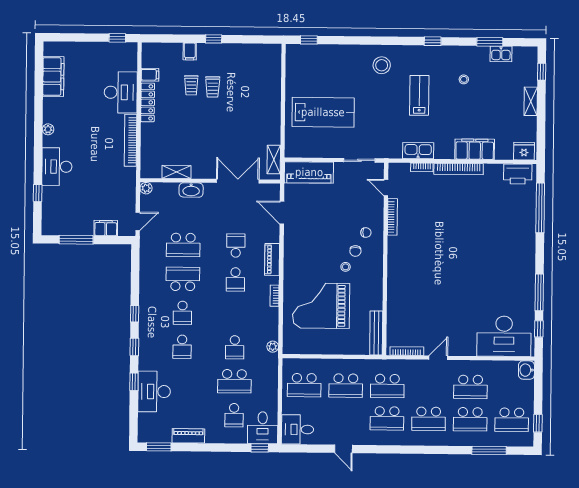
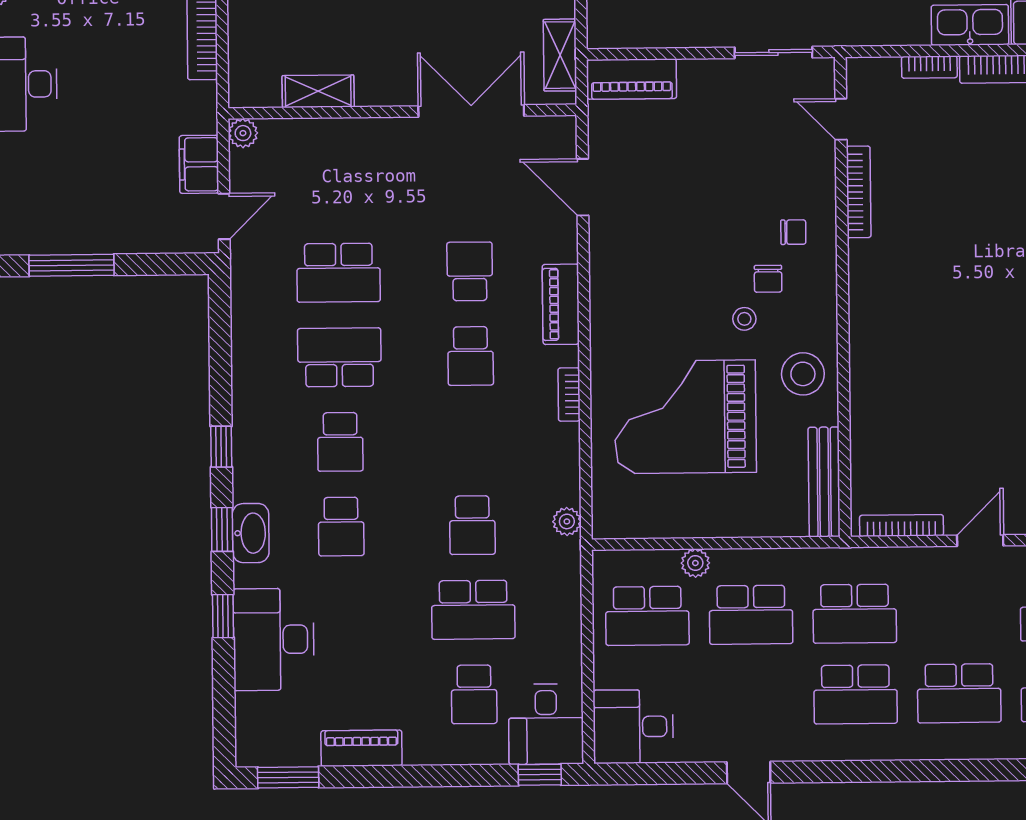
kitchen sink: (418, 151) -> (970, 25), moved
piano: (309, 172) -> (632, 79), width x0.73, depth x0.75
washbasin: (191, 190) -> (251, 533), moved, turned -90
filing cabinet: (106, 228) -> (199, 164), moved, turned -90
stool: (369, 289) -> (803, 374), added
plant: (324, 364) -> (695, 563), added

